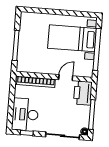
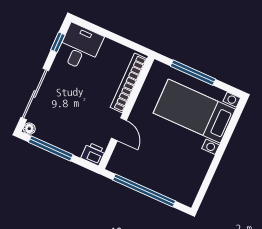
bed with nightstands: (72, 38) -> (194, 111), moved, turned -90
printer: (83, 93) -> (93, 154), width x0.53, depth x0.68
desk: (25, 114) -> (80, 47), width x0.73

